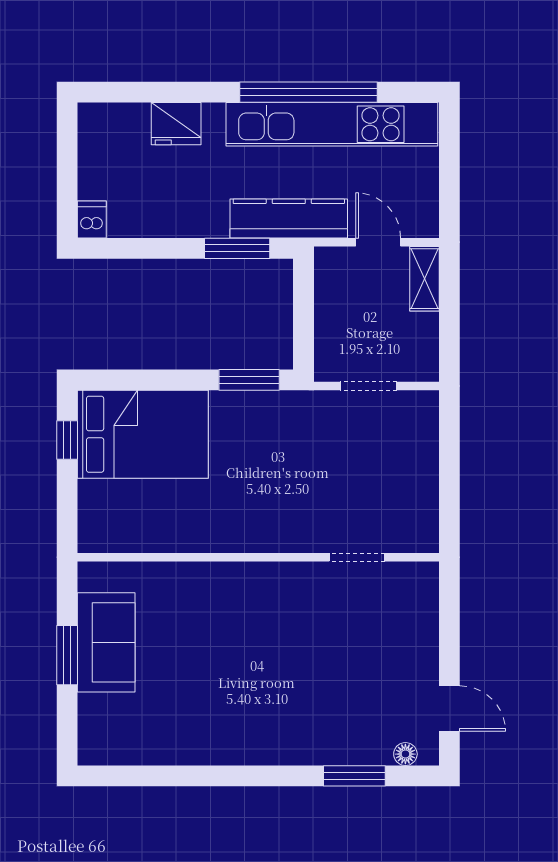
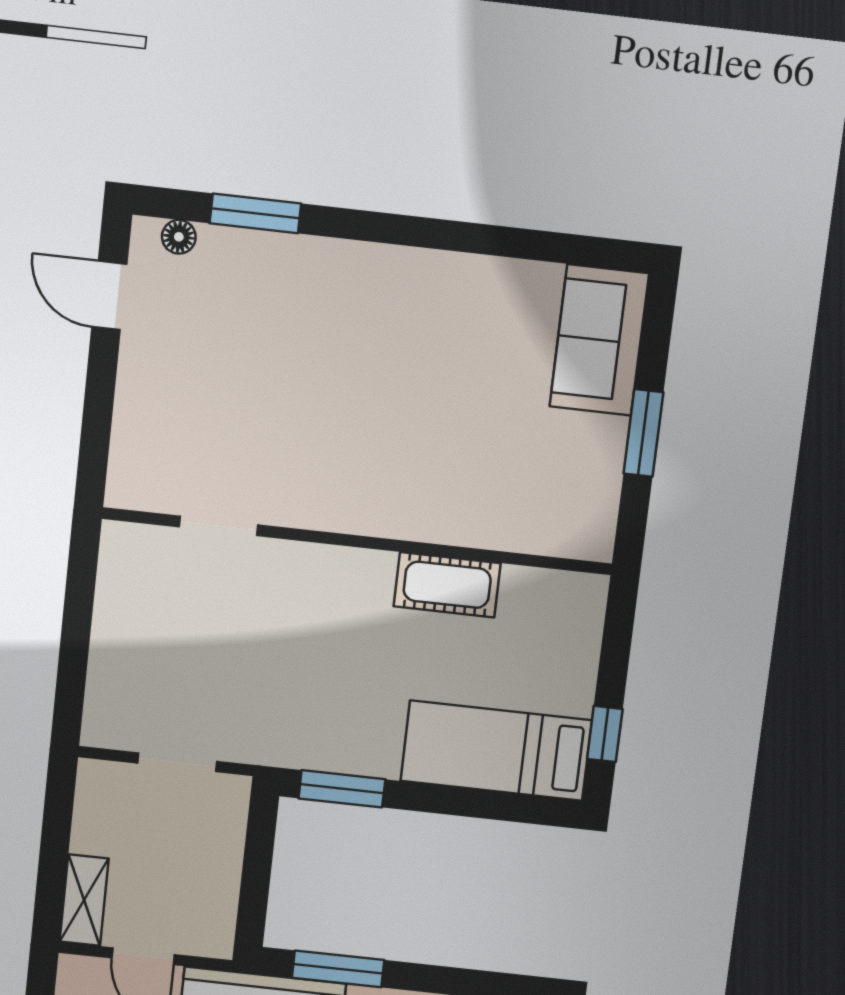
bed: (143, 434) -> (496, 751), width x0.67
cot: (192, 534) -> (447, 585), added
sofa: (106, 642) -> (599, 340), moved

